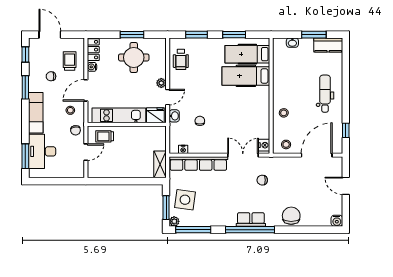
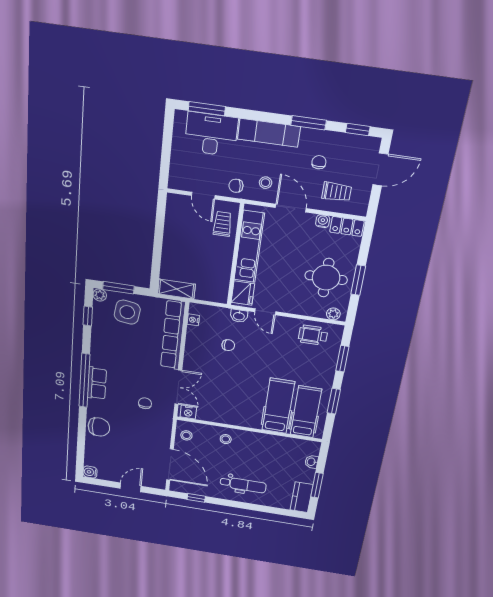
plant: (161, 83) -> (333, 314), moved
window: (193, 230) -> (88, 316), width x0.46

